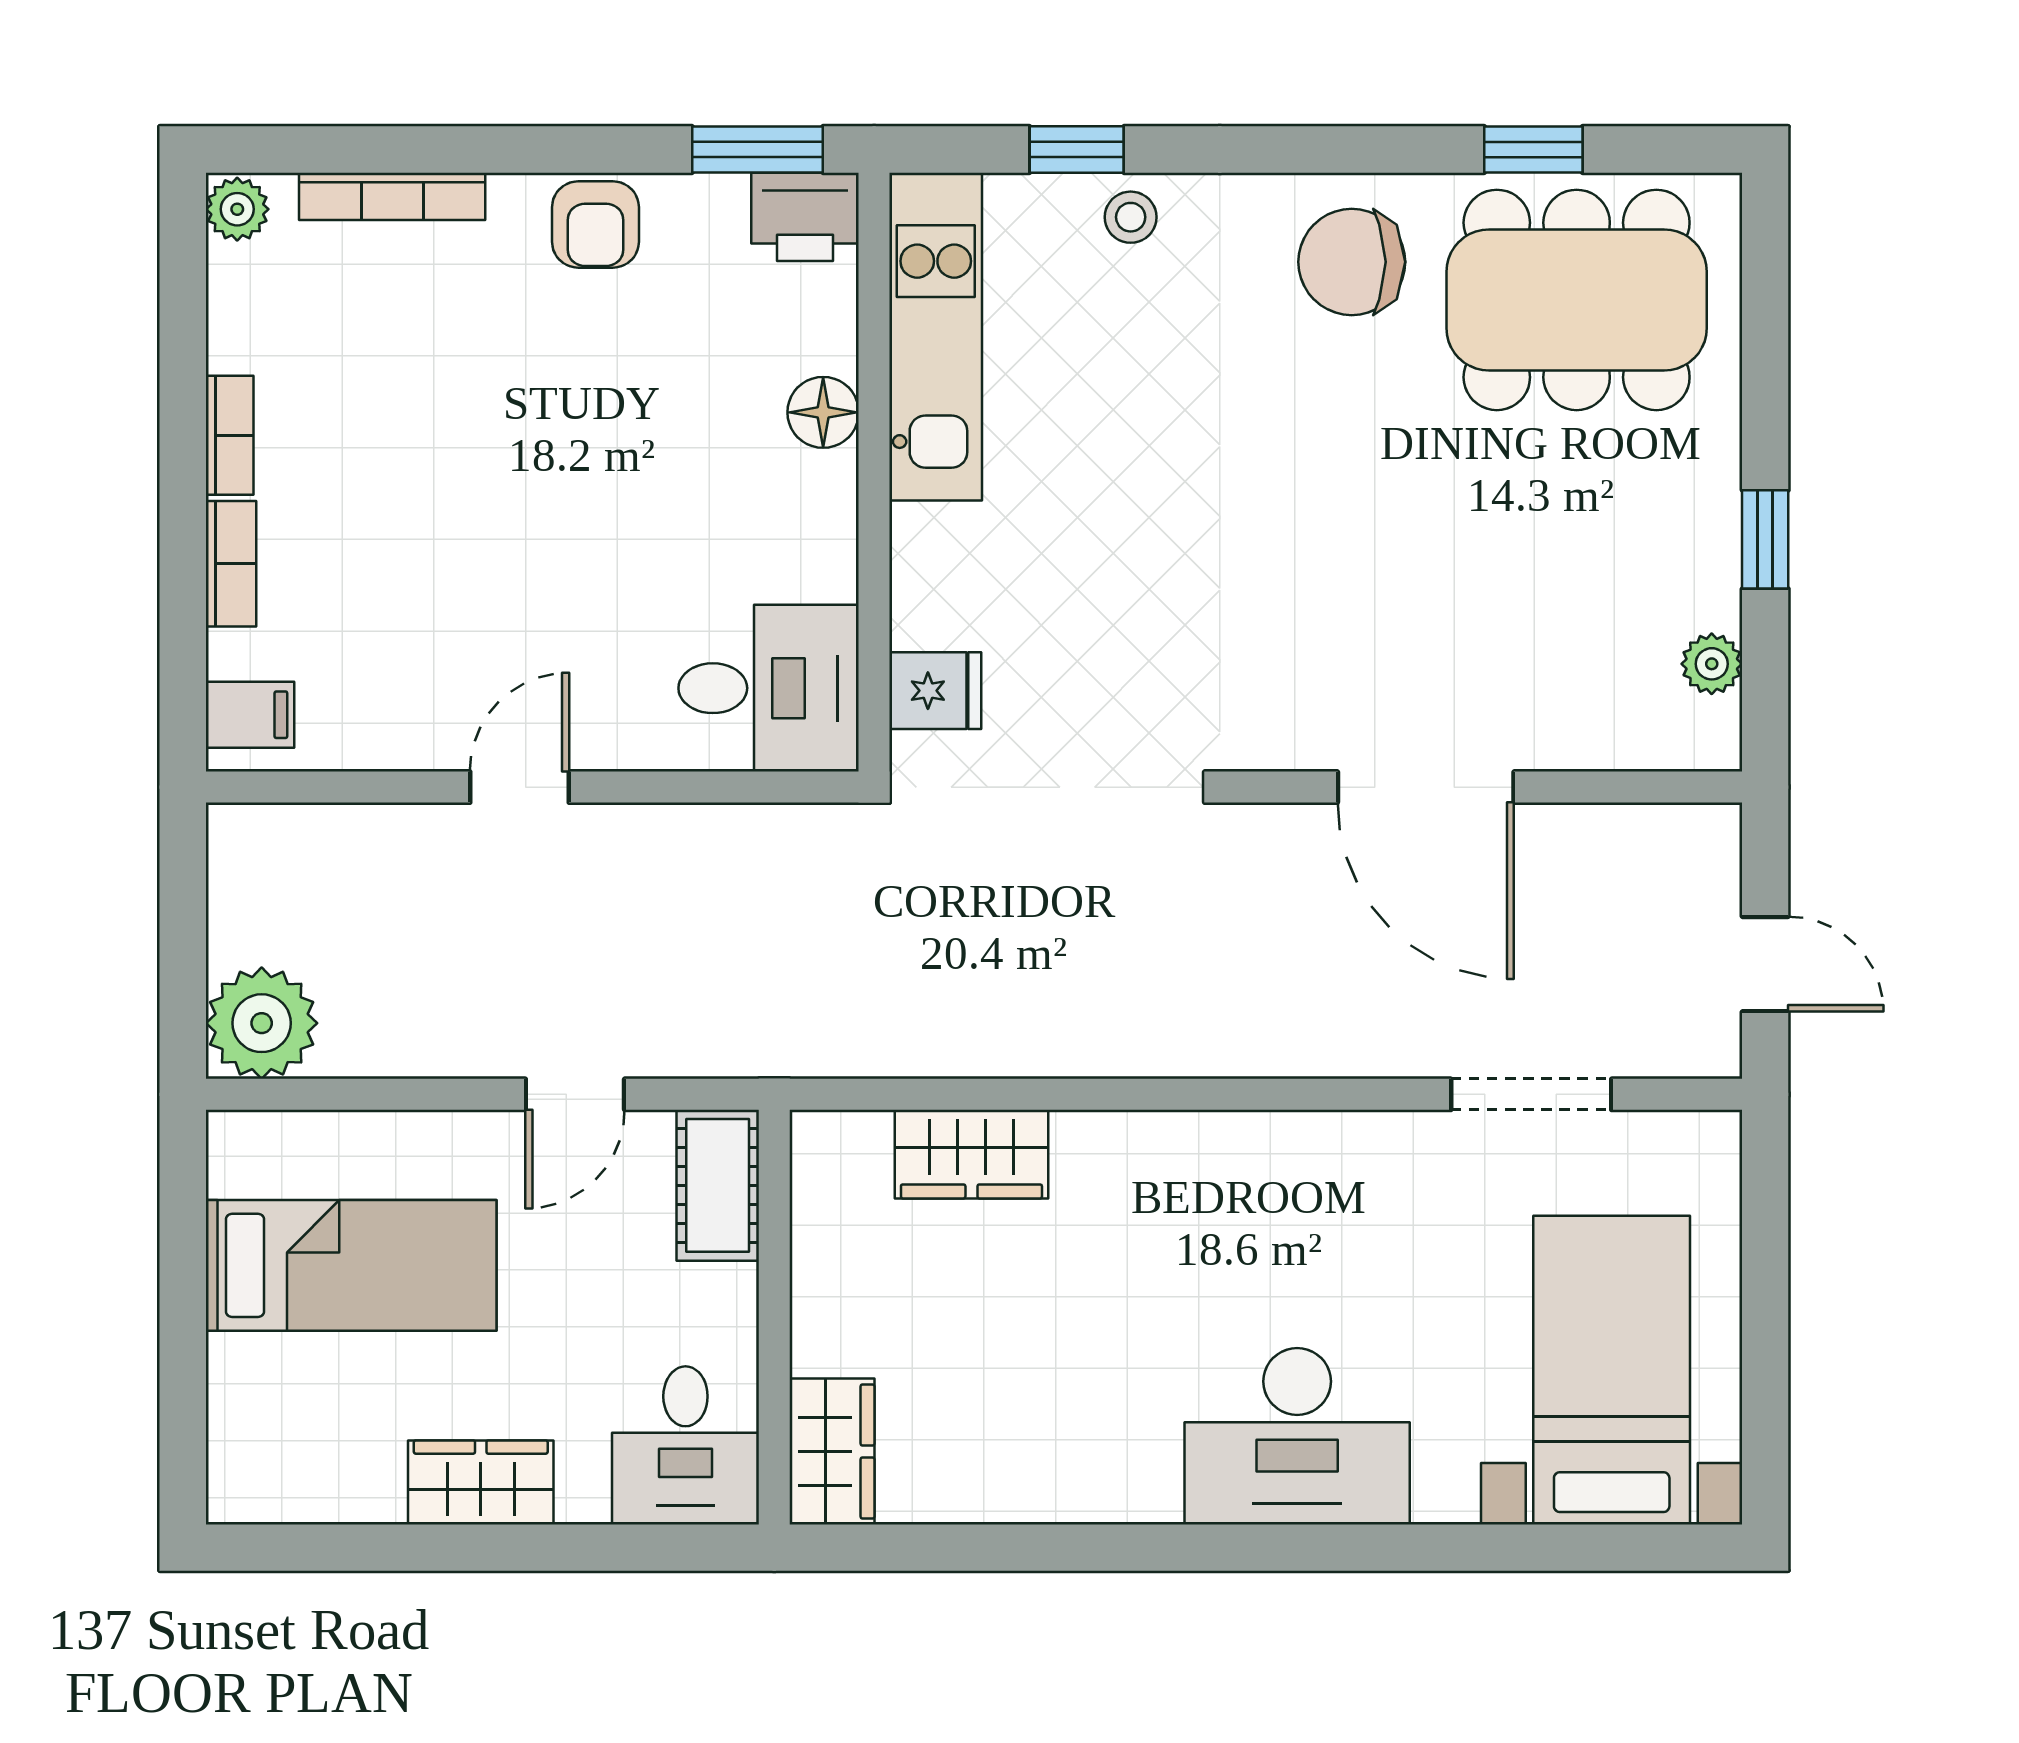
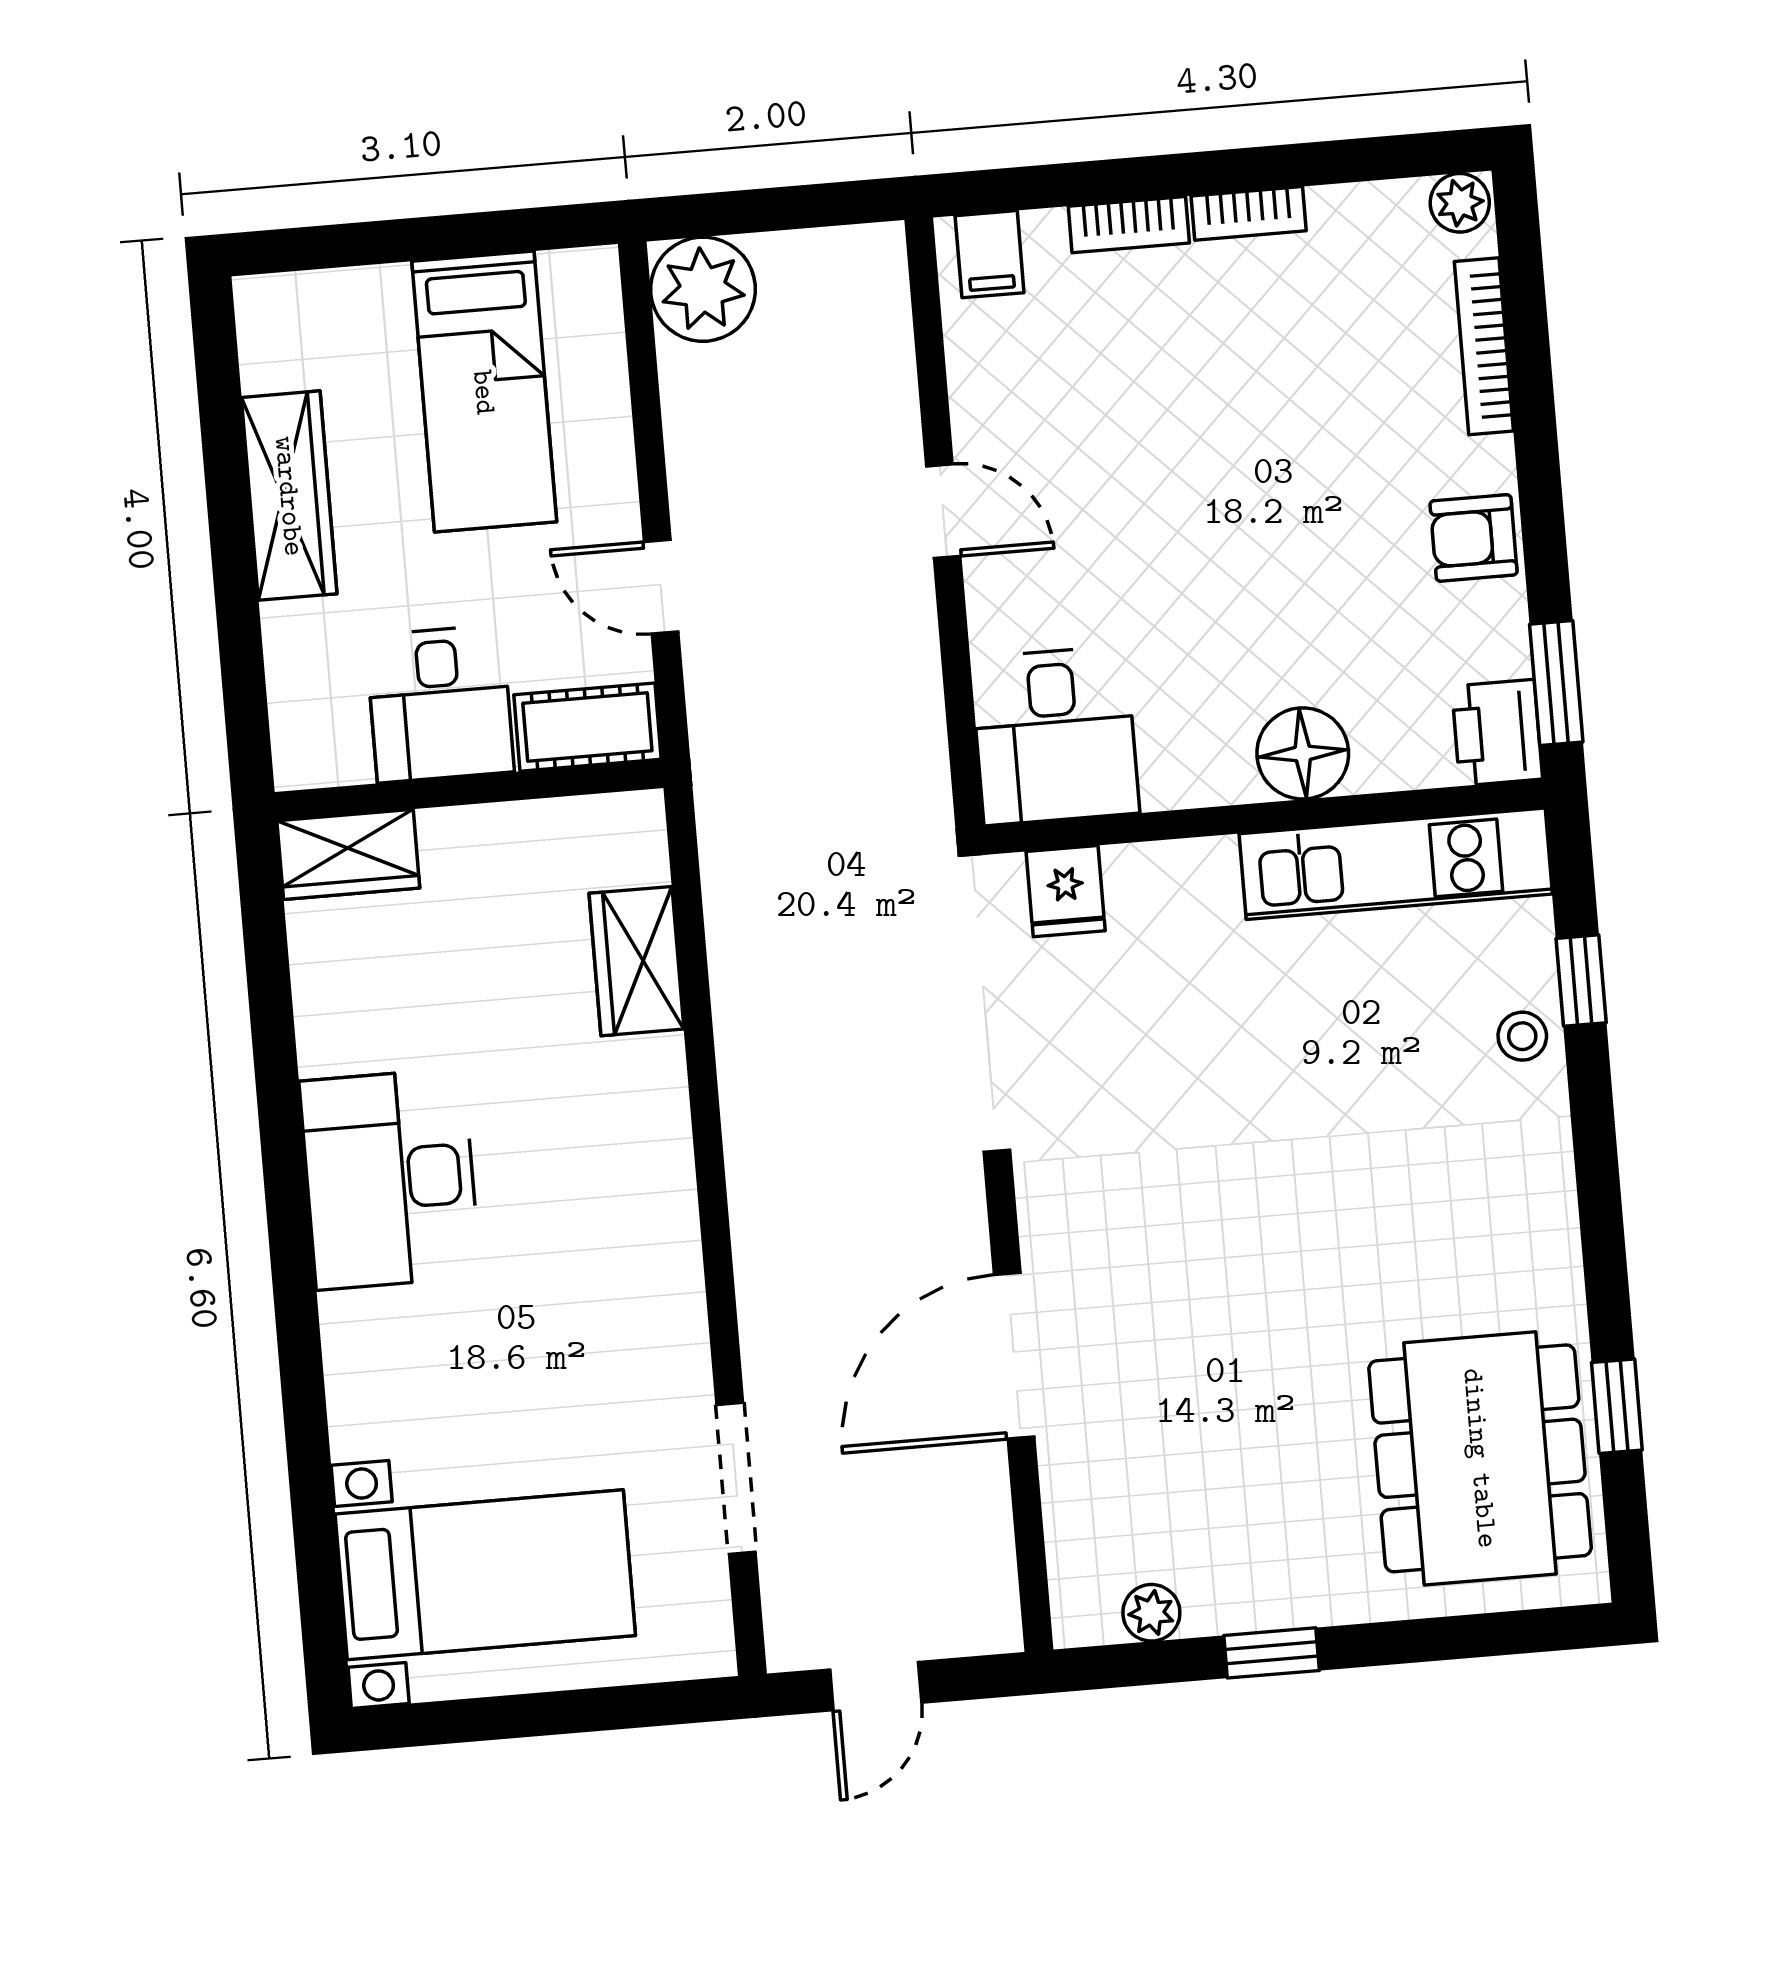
chair: (1352, 262) -> (1498, 1246), removed
floor lamp: (823, 412) -> (1303, 753), width x1.38, depth x1.38
desk: (1297, 1436) -> (390, 1179), moved
desk: (685, 1445) -> (440, 704), moved, turned -90
wardrobe: (481, 1482) -> (289, 496), width x1.50

